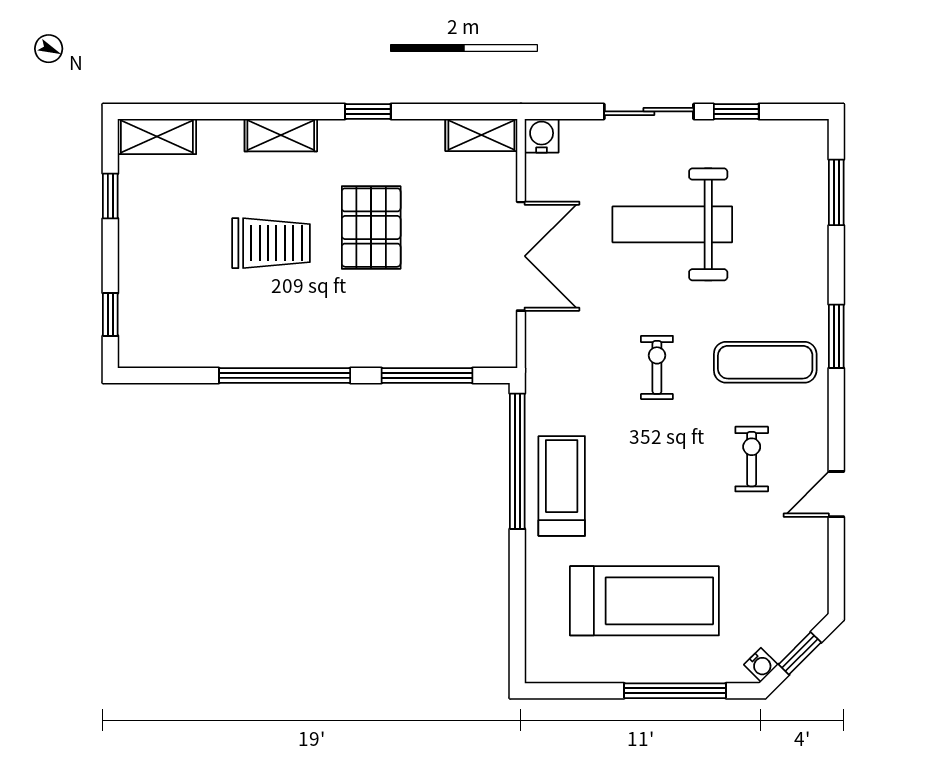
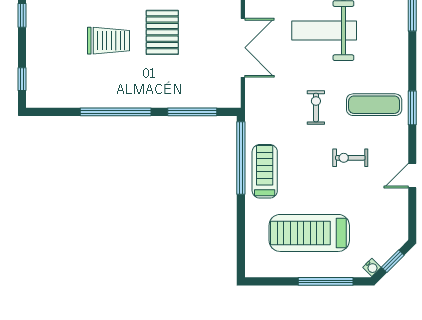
window: (836, 336) -> (412, 108), moved
exercise bike: (752, 459) -> (350, 158), moved, turned -90
treadmill: (644, 601) -> (309, 233), turned 180

